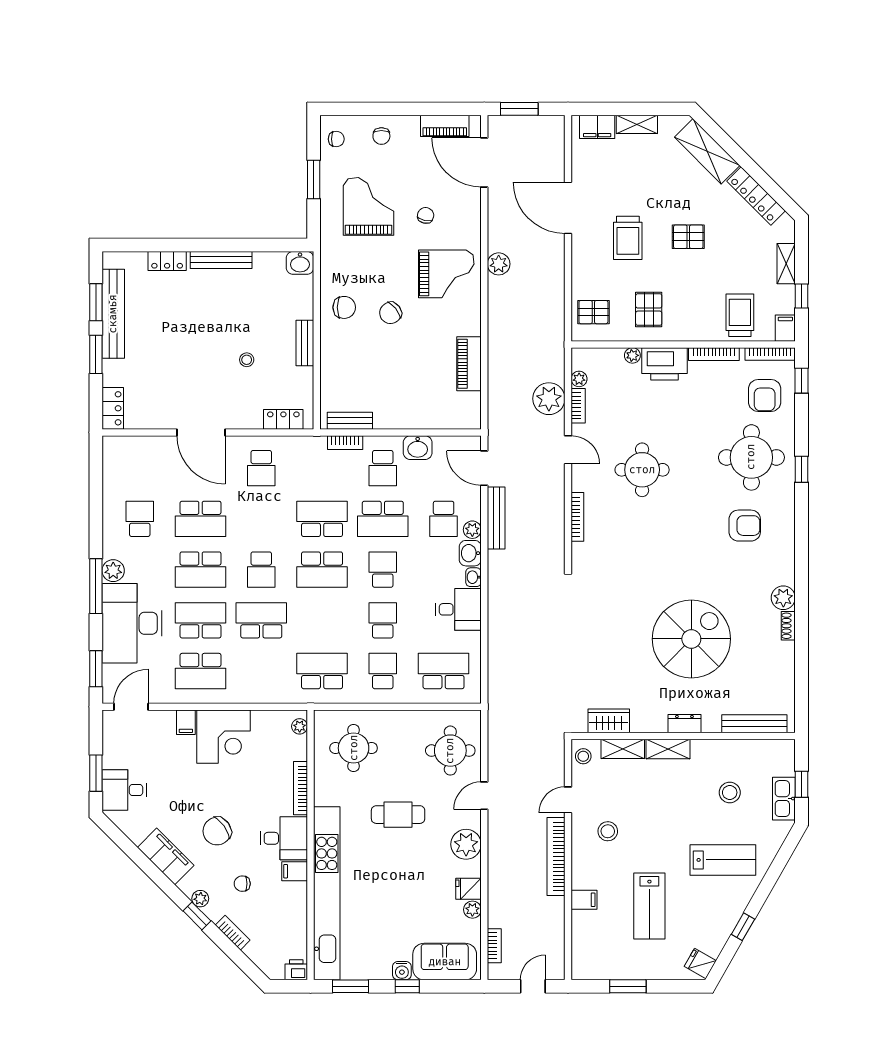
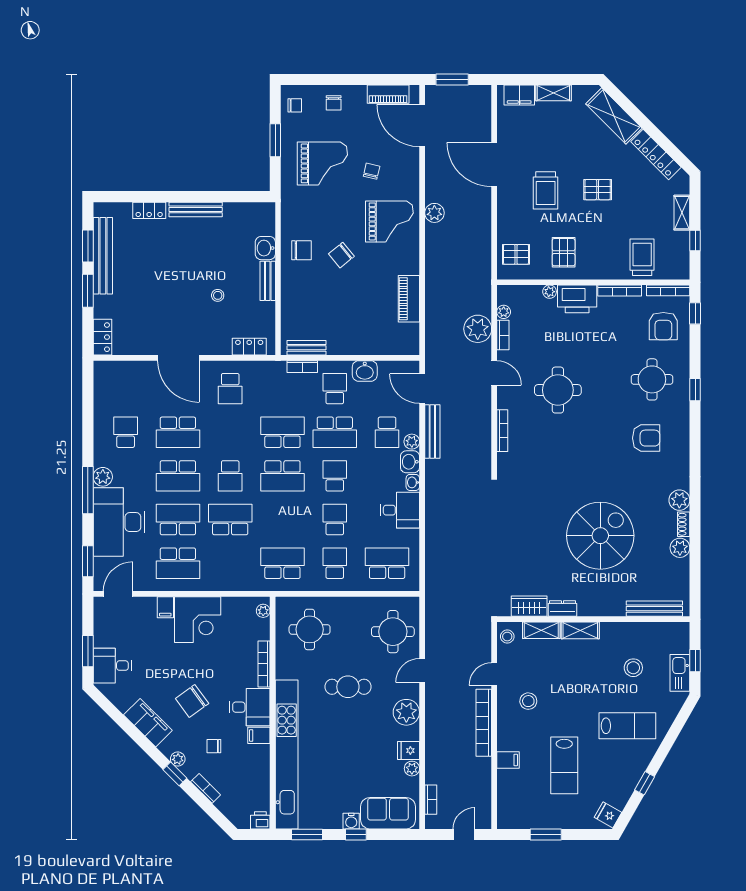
grand piano: (368, 206) -> (322, 163), turned 90
washbasin: (300, 263) -> (265, 248), moved, turned 90
filing cabinet: (785, 328) -> (681, 268), removed
round table: (751, 457) -> (652, 379), width x0.73, depth x0.73
school desk: (383, 468) -> (335, 389), turned 180
plant: (784, 653) -> (680, 548), added
dresser: (684, 724) -> (562, 609), moved

